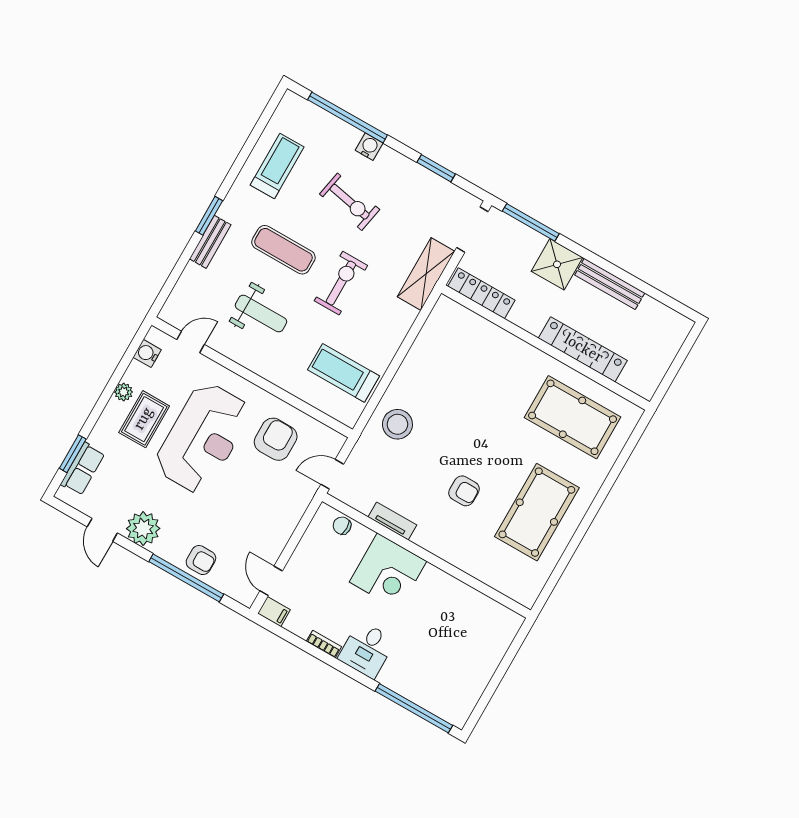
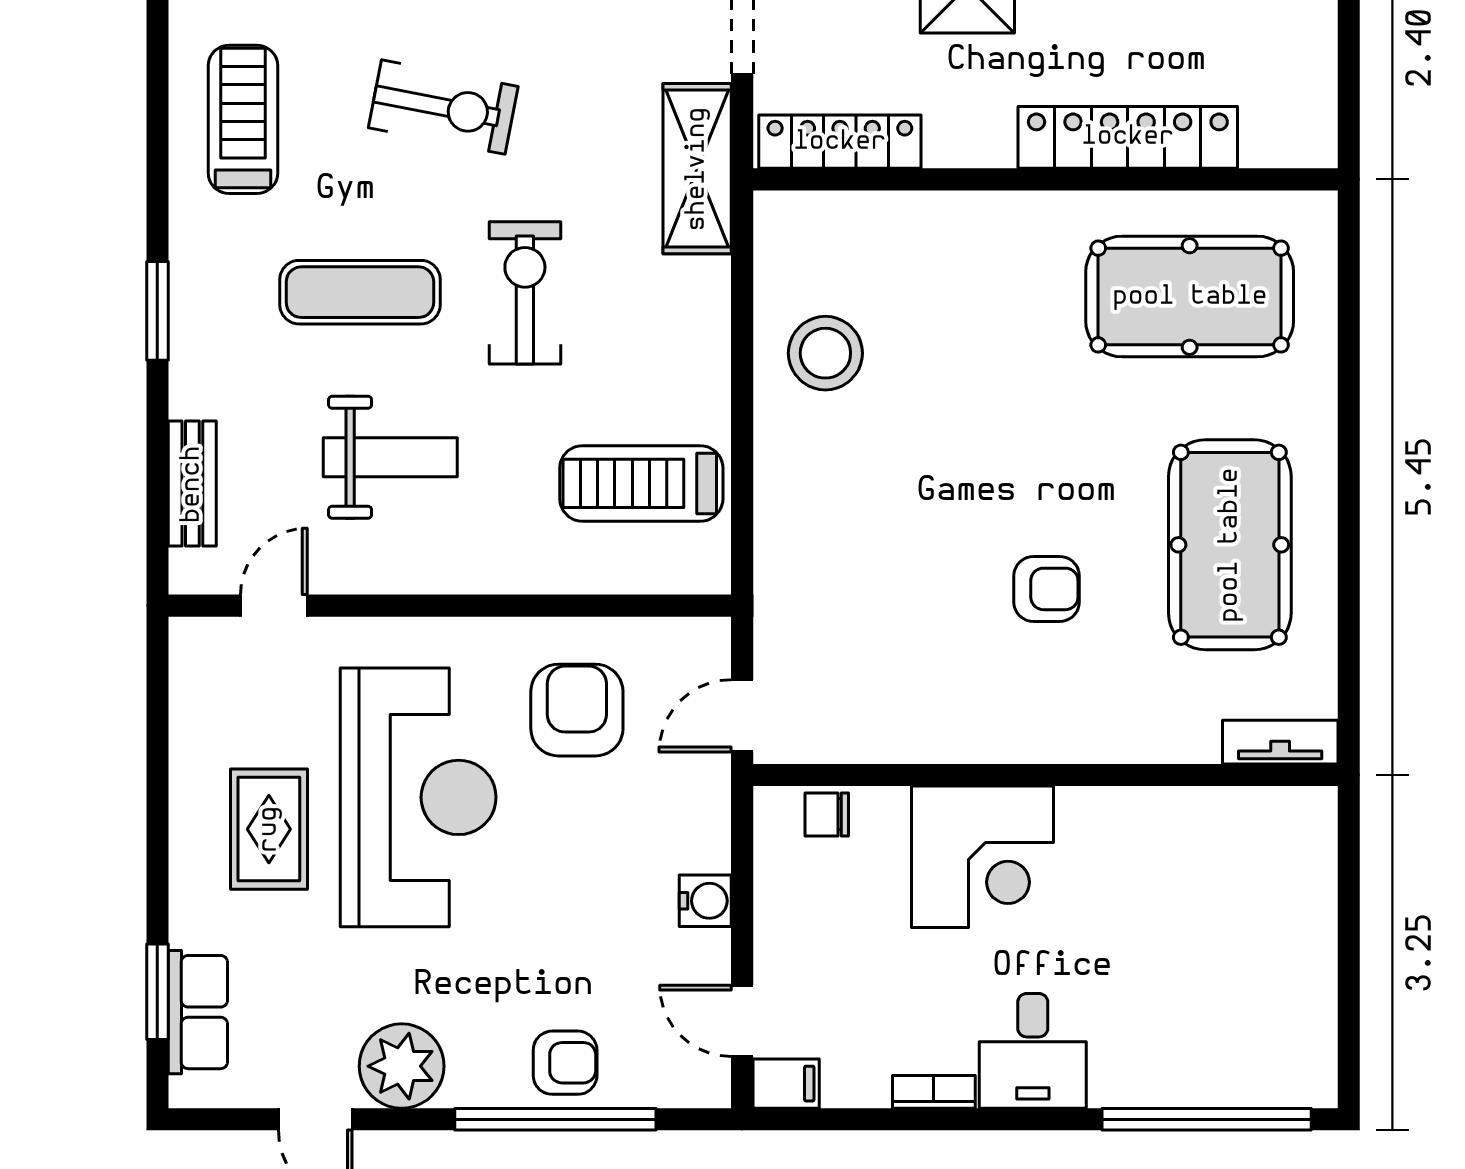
bench: (210, 242) -> (192, 484), moved
water cooler: (147, 353) -> (705, 901), moved, turned 180
plant: (124, 392) -> (191, 796), removed
stool: (397, 424) -> (825, 353), moved
tv unit: (392, 521) -> (1280, 742), moved

